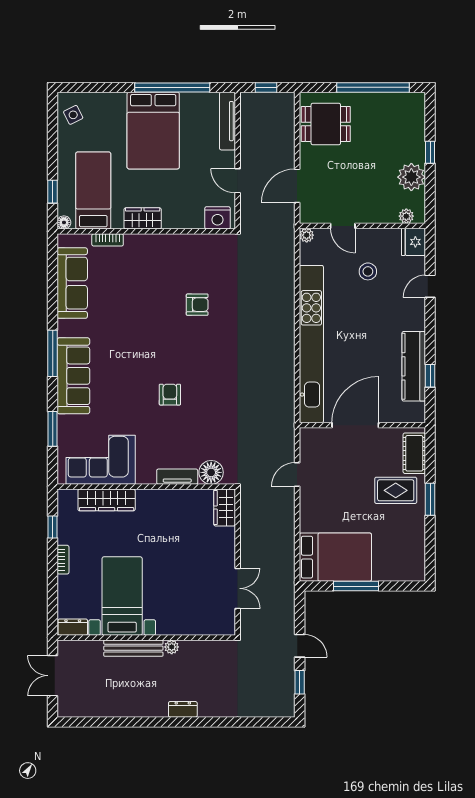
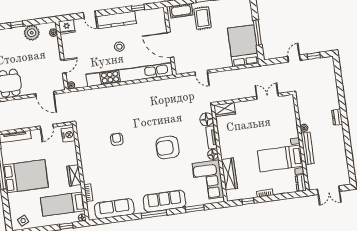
stool: (368, 271) -> (119, 47), moved
kitchen counter: (414, 366) -> (117, 20), moved
armchair: (170, 395) -> (168, 147), width x1.88, depth x1.88
floor lamp: (146, 475) -> (213, 154), added

